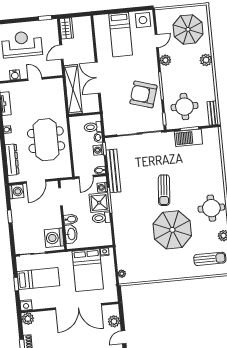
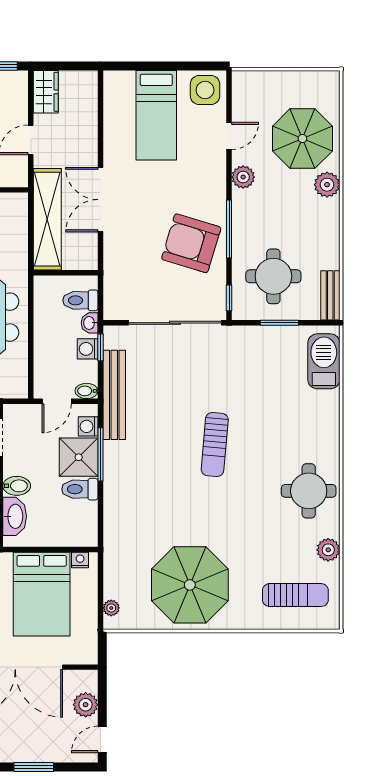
parasol: (188, 29) -> (302, 139), moved
barbecue: (188, 138) -> (324, 361), moved, turned 90
parasol: (172, 230) -> (190, 585), moved

